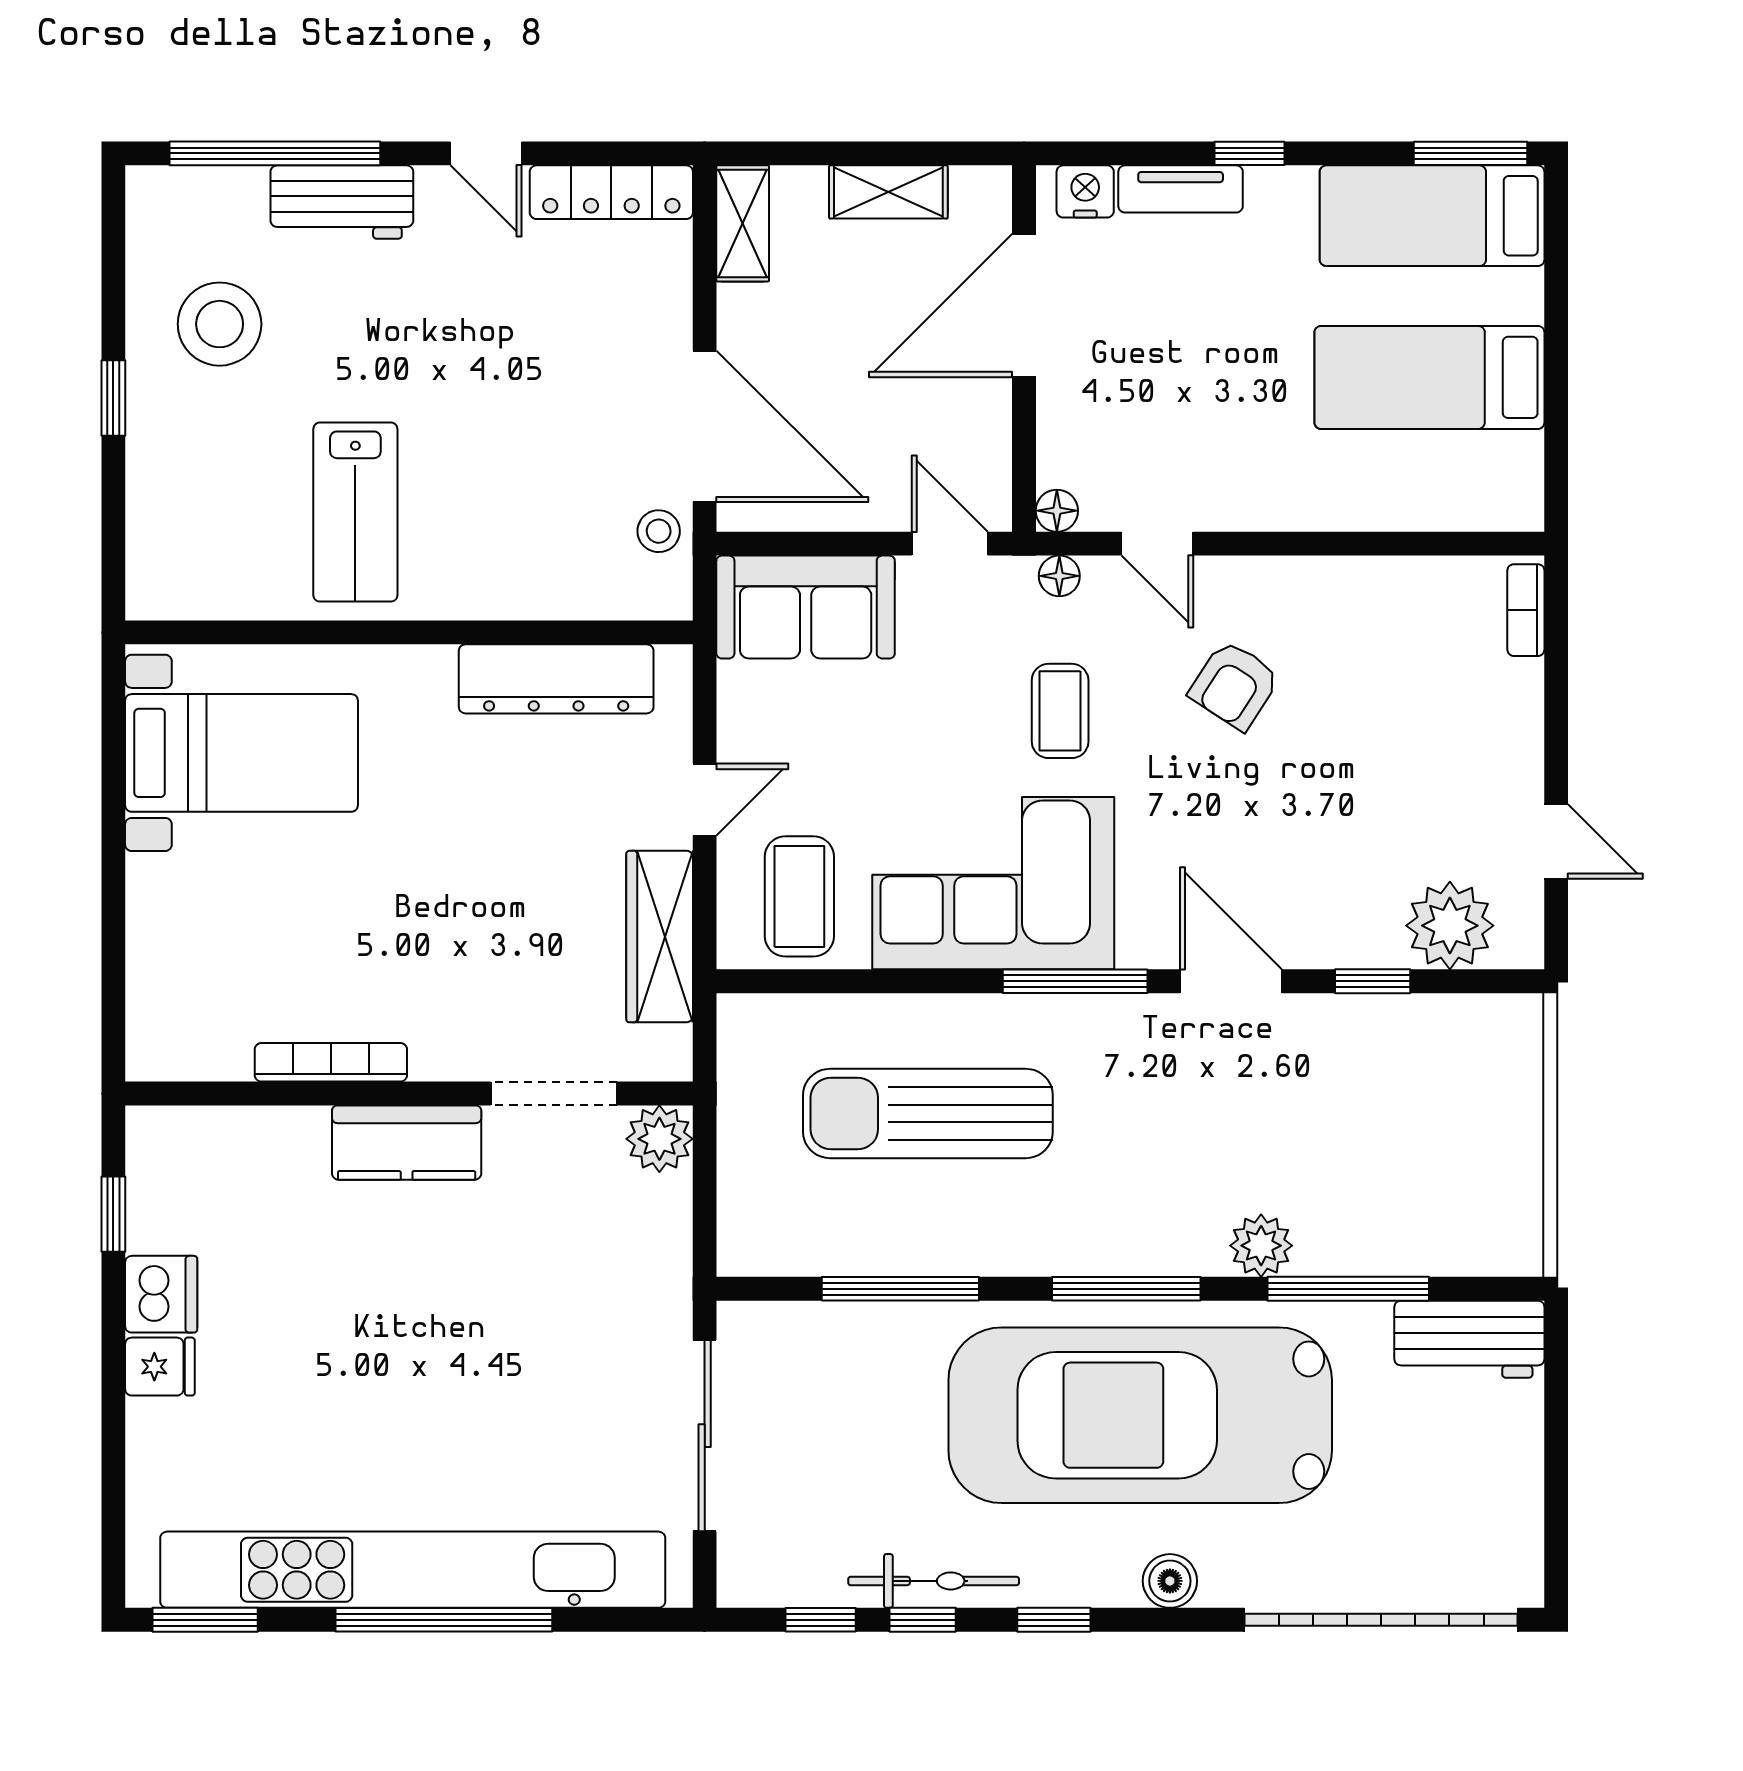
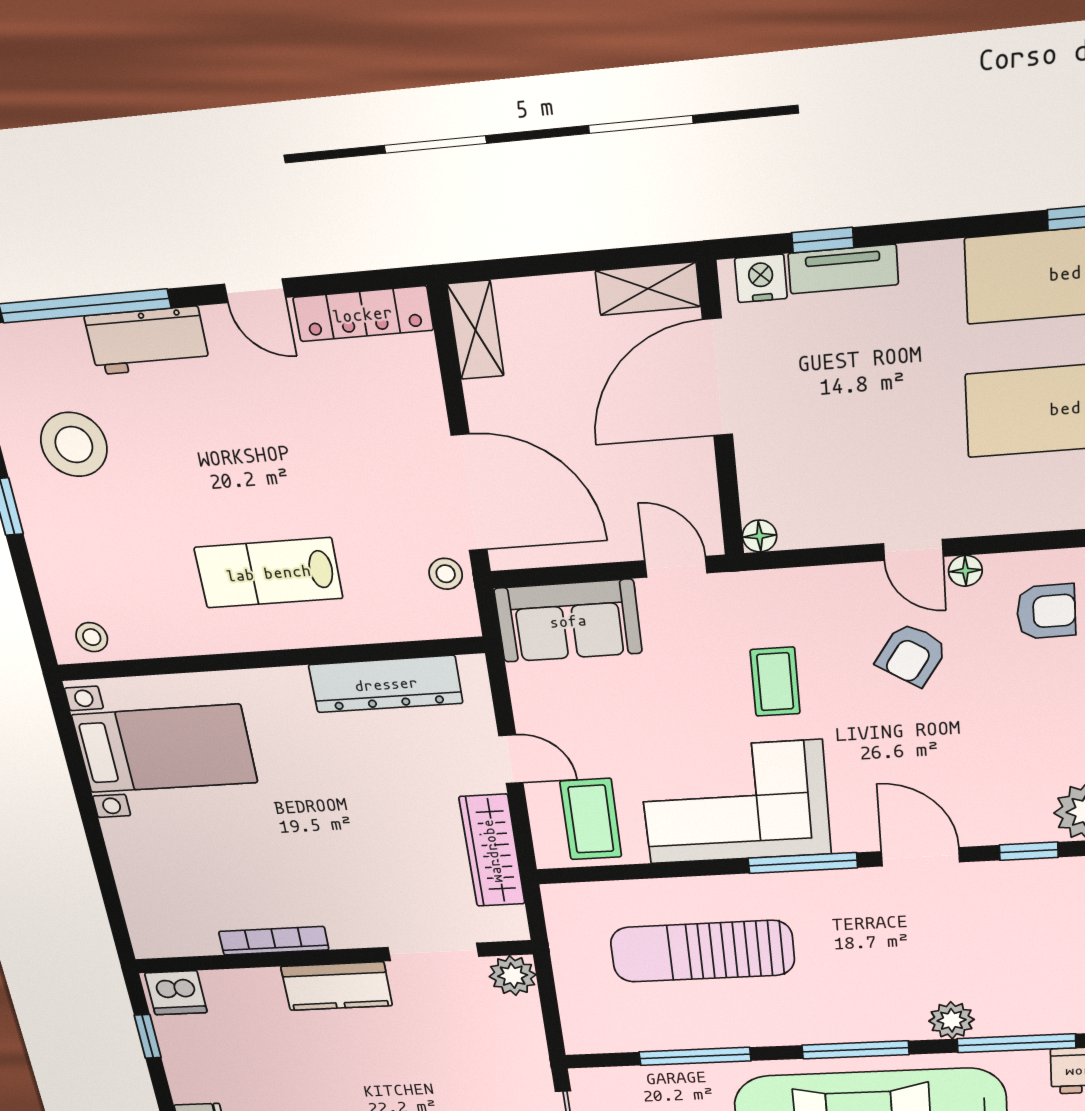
window: (1250, 153) -> (823, 240), moved
shelving: (888, 192) -> (648, 289), moved
lab bench: (355, 512) -> (269, 573), moved, turned 90
door: (1157, 544) -> (913, 550), moved
floor lamp: (1059, 576) -> (965, 571), moved
stool: (180, 585) -> (92, 637), added
armchair: (1402, 638) -> (1046, 612), added
door: (705, 800) -> (511, 759), hinge flipped
dishwasher: (161, 1294) -> (176, 993), moved, turned 90

